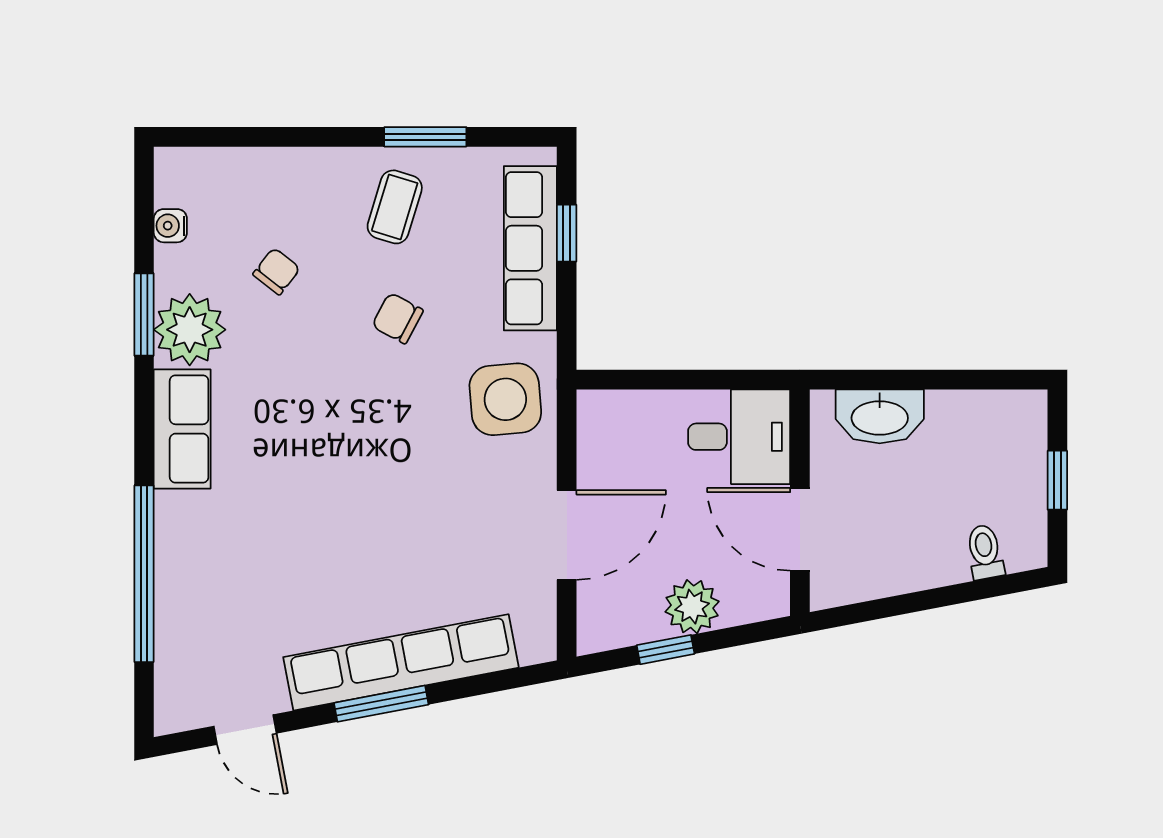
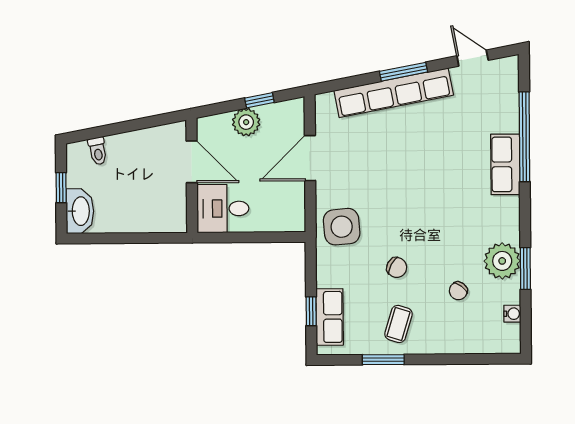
row of seats: (530, 248) -> (330, 317), width x0.68
washbasin: (880, 416) -> (80, 211), moved, turned 90
row of seats: (182, 429) -> (505, 164), moved

